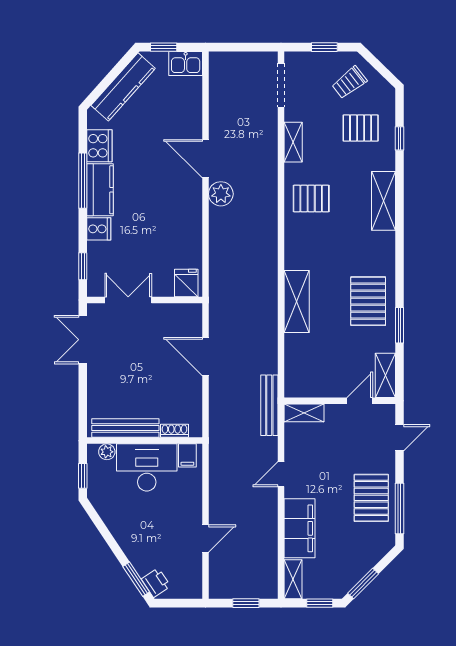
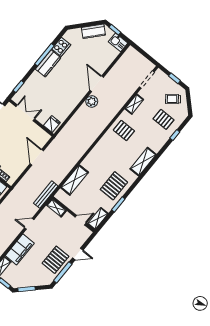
kitchen counter: (123, 87) -> (93, 31), width x0.67
shelving: (384, 201) -> (143, 162), moved
cooker: (99, 229) -> (36, 77), removed
shelving: (297, 302) -> (75, 180), moved
door: (400, 438) -> (78, 254), moved

